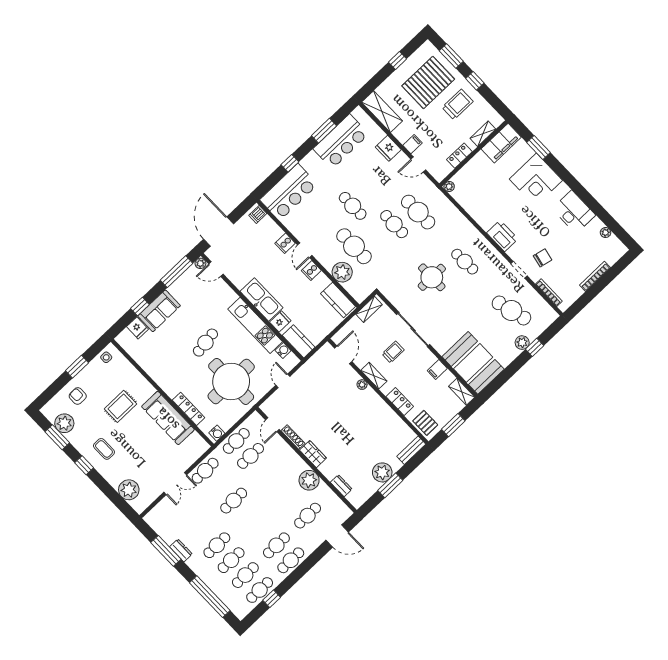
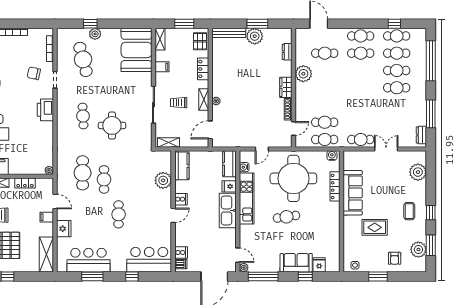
cooker: (285, 243) -> (181, 252), moved
cafe table: (354, 246) -> (141, 189), removed
bench: (411, 450) -> (229, 33), width x1.36
cafe table: (234, 501) -> (361, 105), removed
dresser: (181, 550) -> (421, 135), moved

